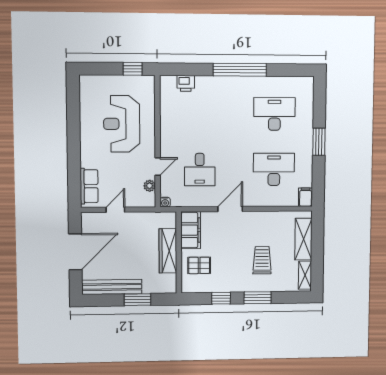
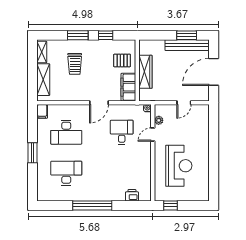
desk: (274, 114) -> (66, 173), turned 180
row of seats: (89, 186) -> (203, 120), removed
window: (137, 300) -> (187, 35), moved

